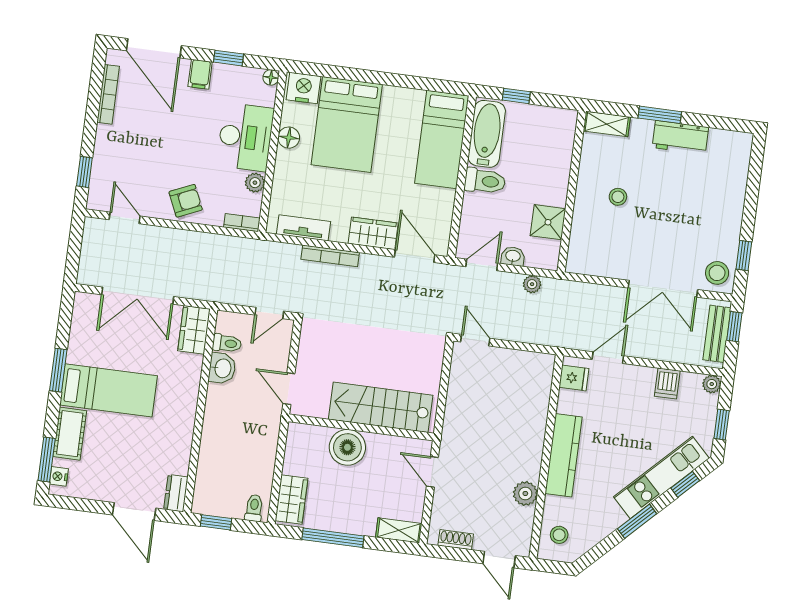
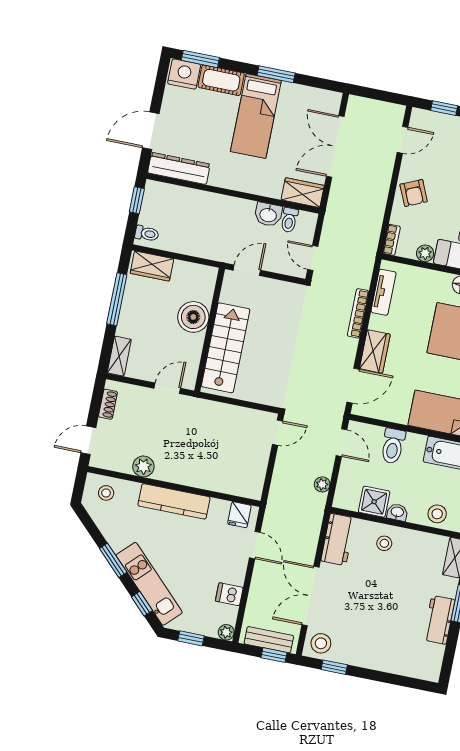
stool: (557, 148) -> (437, 514), added
toilet: (485, 181) -> (393, 446), moved
stool: (618, 197) -> (384, 543), moved
washbasin: (513, 256) -> (397, 512), moved, turned -90
workbench: (595, 261) -> (338, 539), added
nightstand: (59, 476) -> (184, 74), width x1.89, depth x1.79
dresser: (176, 493) -> (179, 168), width x1.96, depth x1.24

